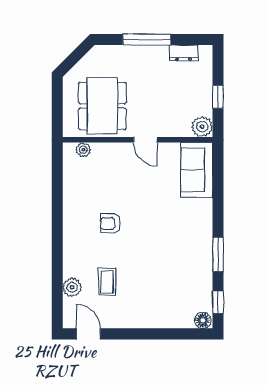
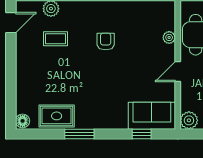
plant: (83, 150) -> (169, 37), moved
rug: (197, 281) -> (57, 116), added
window: (218, 302) -> (142, 134), moved

